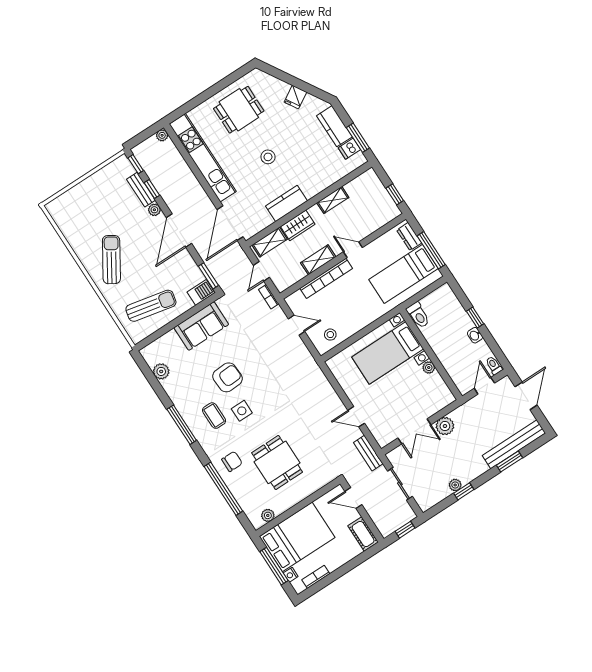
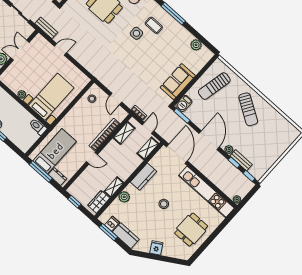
plant: (322, 182) -> (124, 197), added
wardrobe: (298, 225) -> (99, 202), moved
shelving: (318, 260) -> (124, 133), moved
door: (297, 325) -> (116, 99), hinge flipped
armchair: (228, 377) -> (152, 53), removed

